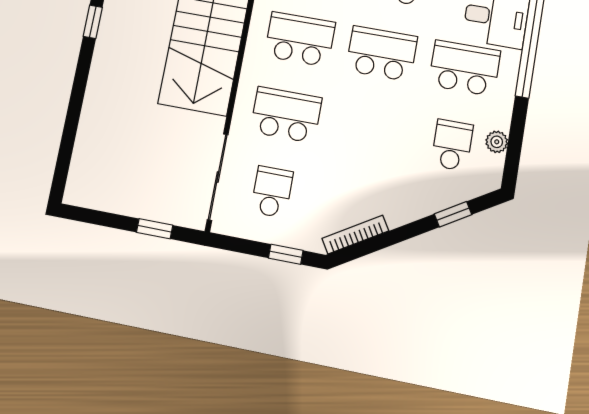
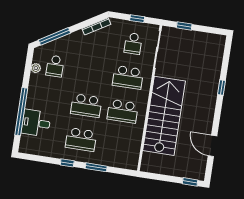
window: (93, 22) -> (222, 87), moved
school desk: (464, 68) -> (50, 100), removed
window: (453, 214) -> (54, 36), width x2.17
window: (286, 254) -> (137, 19), moved

